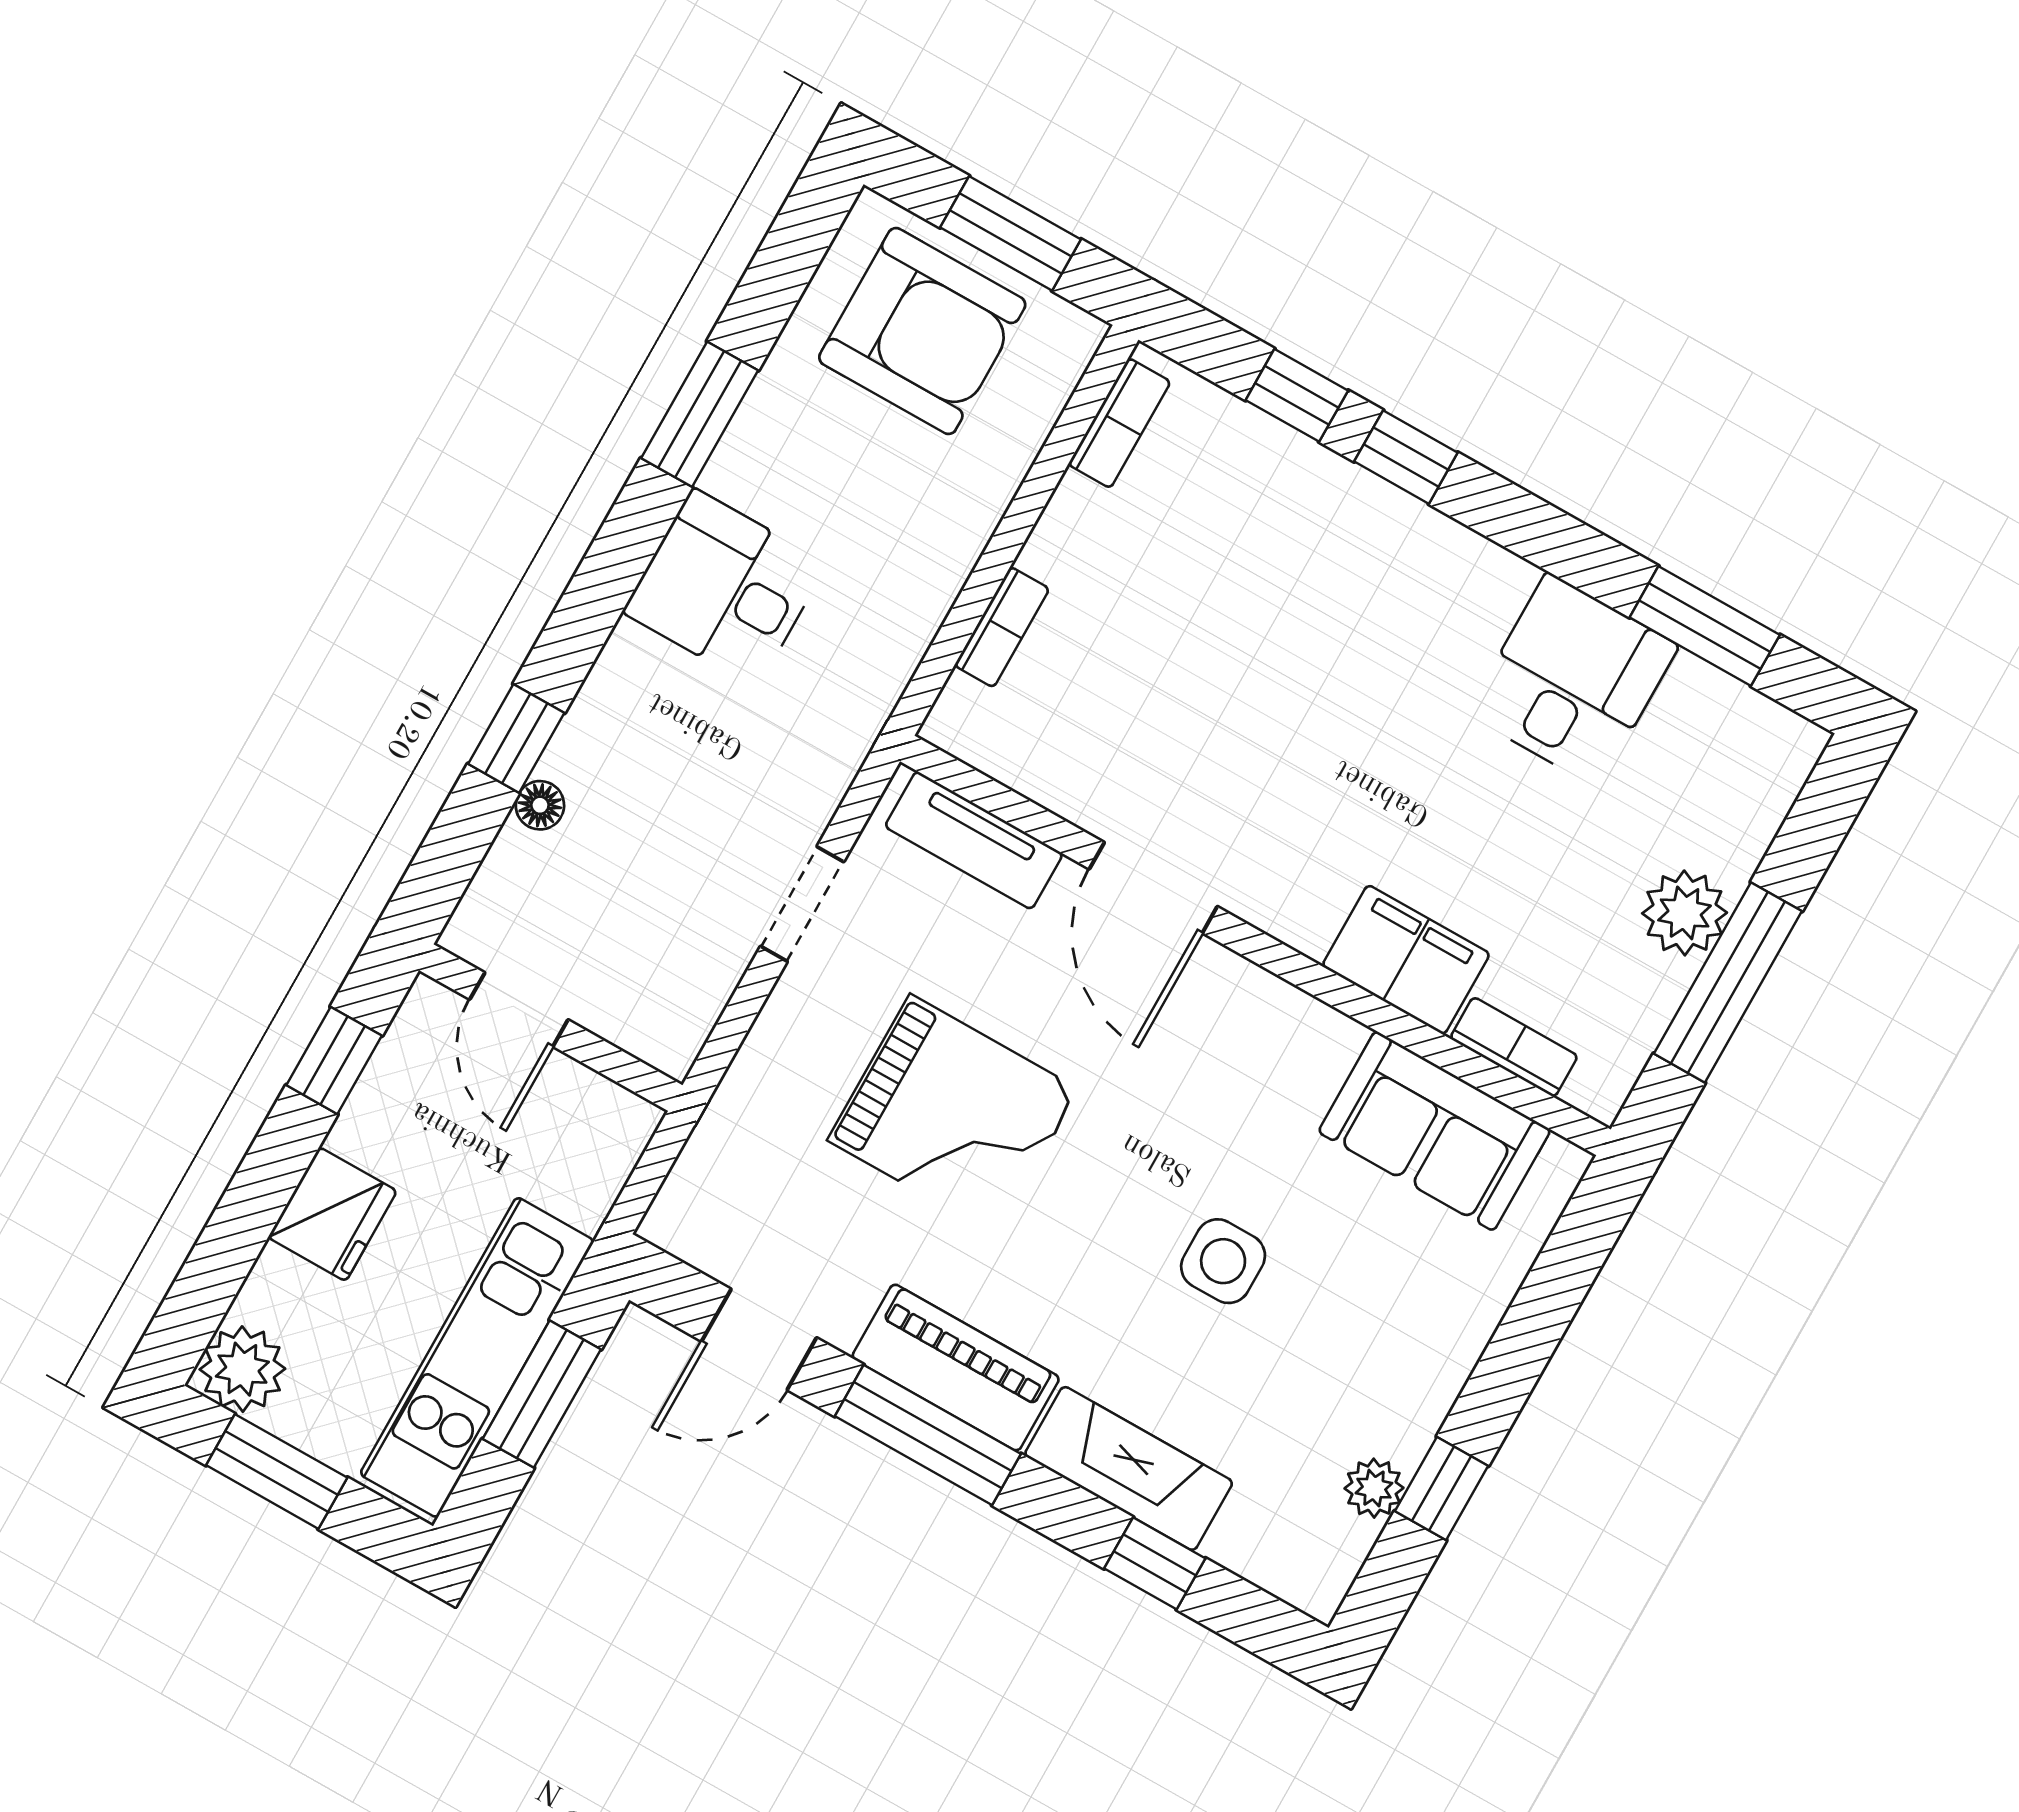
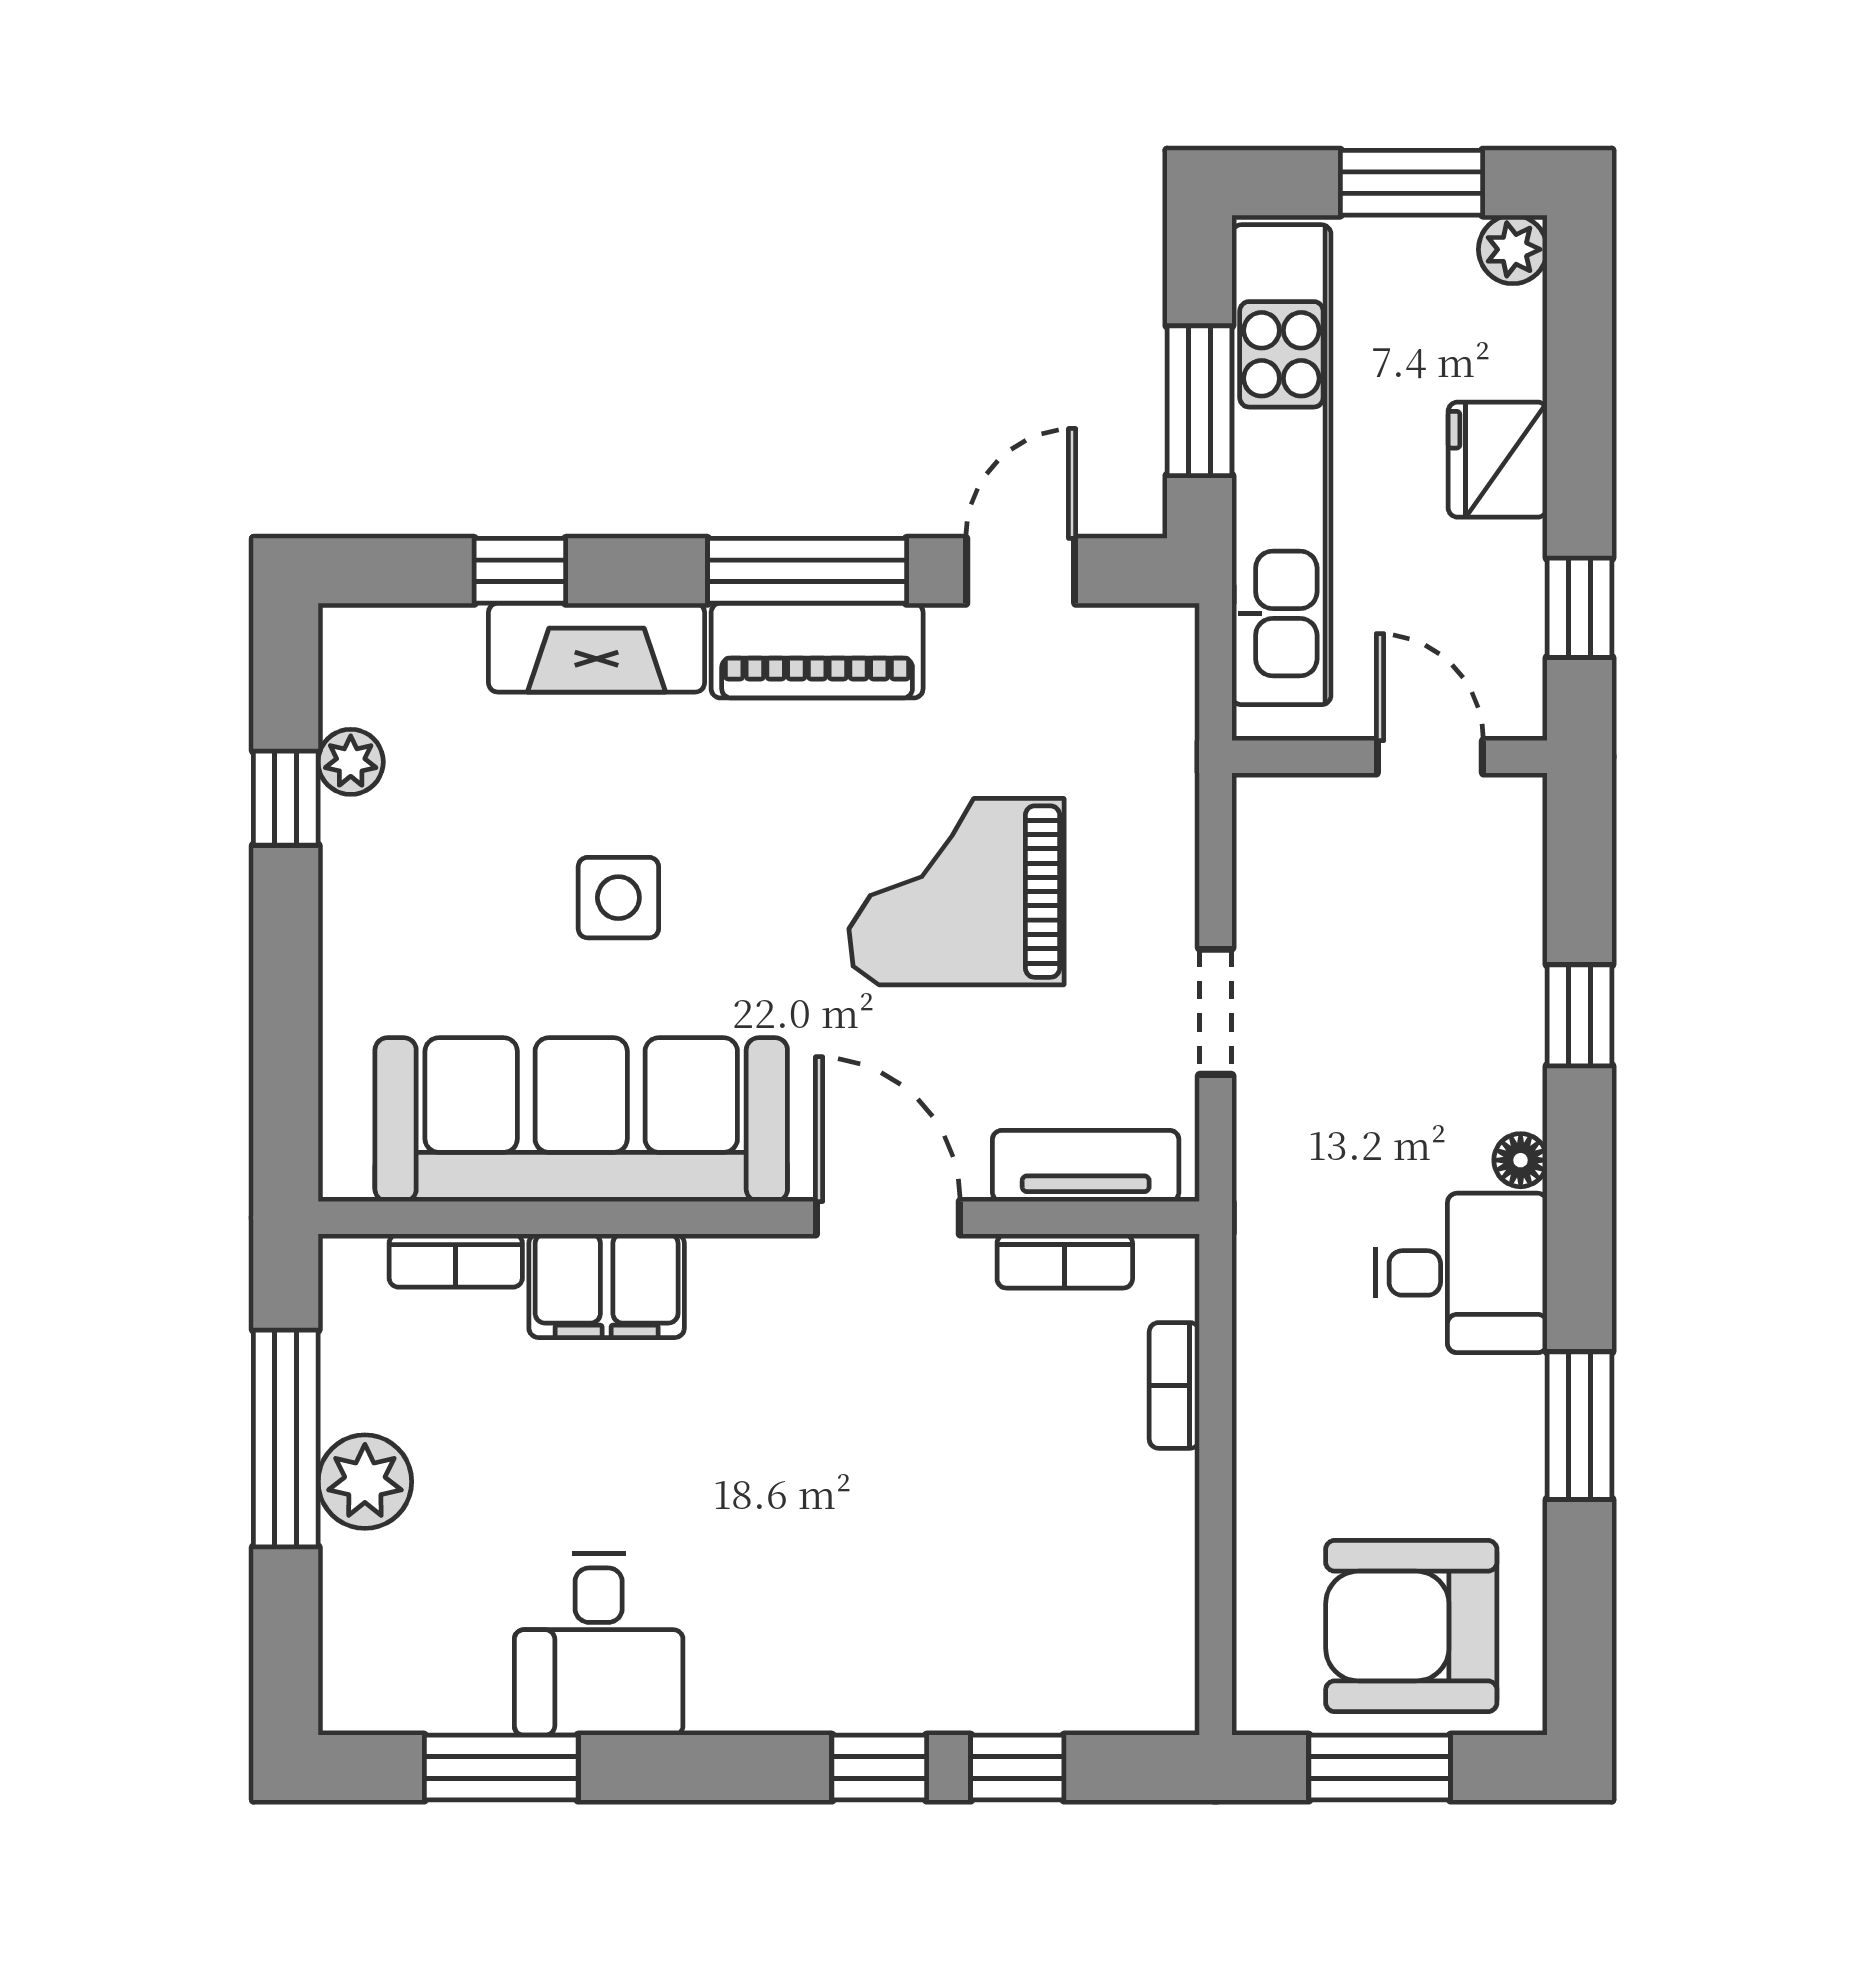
bookcase: (1119, 423) -> (1065, 1261), moved, turned -90
floor lamp: (540, 805) -> (1521, 1160), moved
sofa: (1434, 1131) -> (581, 1120), width x1.85, depth x1.27
kitchen unit: (477, 1357) -> (1281, 465), width x1.36
plant: (242, 1369) -> (1513, 249), width x0.73, depth x0.73

